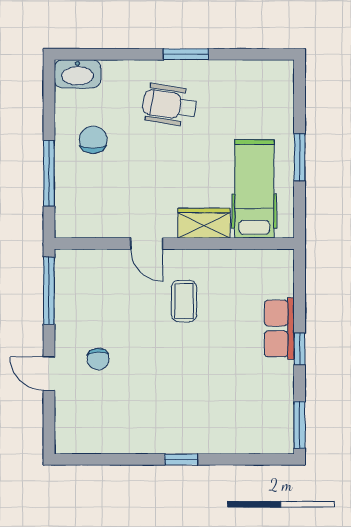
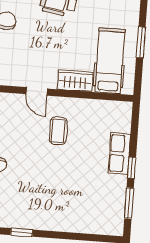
window: (300, 425) -> (129, 203), moved
window: (181, 459) -> (22, 232), moved

